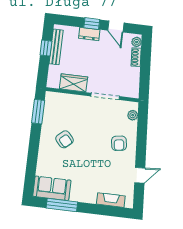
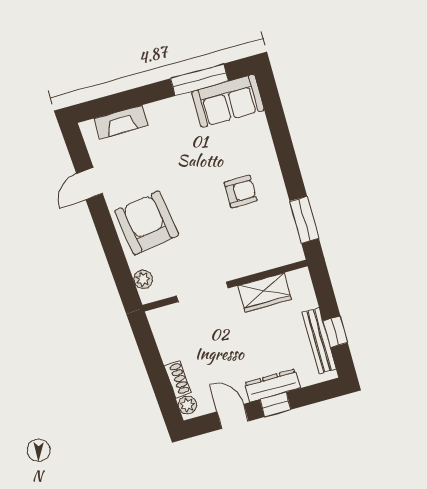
dresser: (89, 34) -> (272, 385), width x1.44
armchair: (65, 139) -> (241, 192), turned 132
armchair: (119, 143) -> (147, 223), width x1.88, depth x1.88

